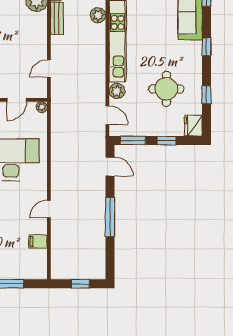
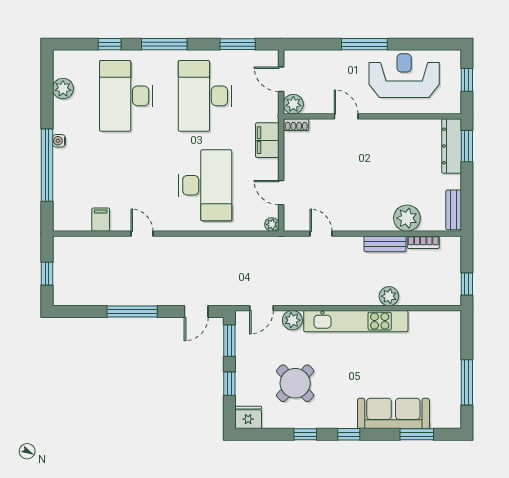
round table: (166, 89) -> (295, 383), turned 45
window: (206, 95) -> (305, 434), moved

